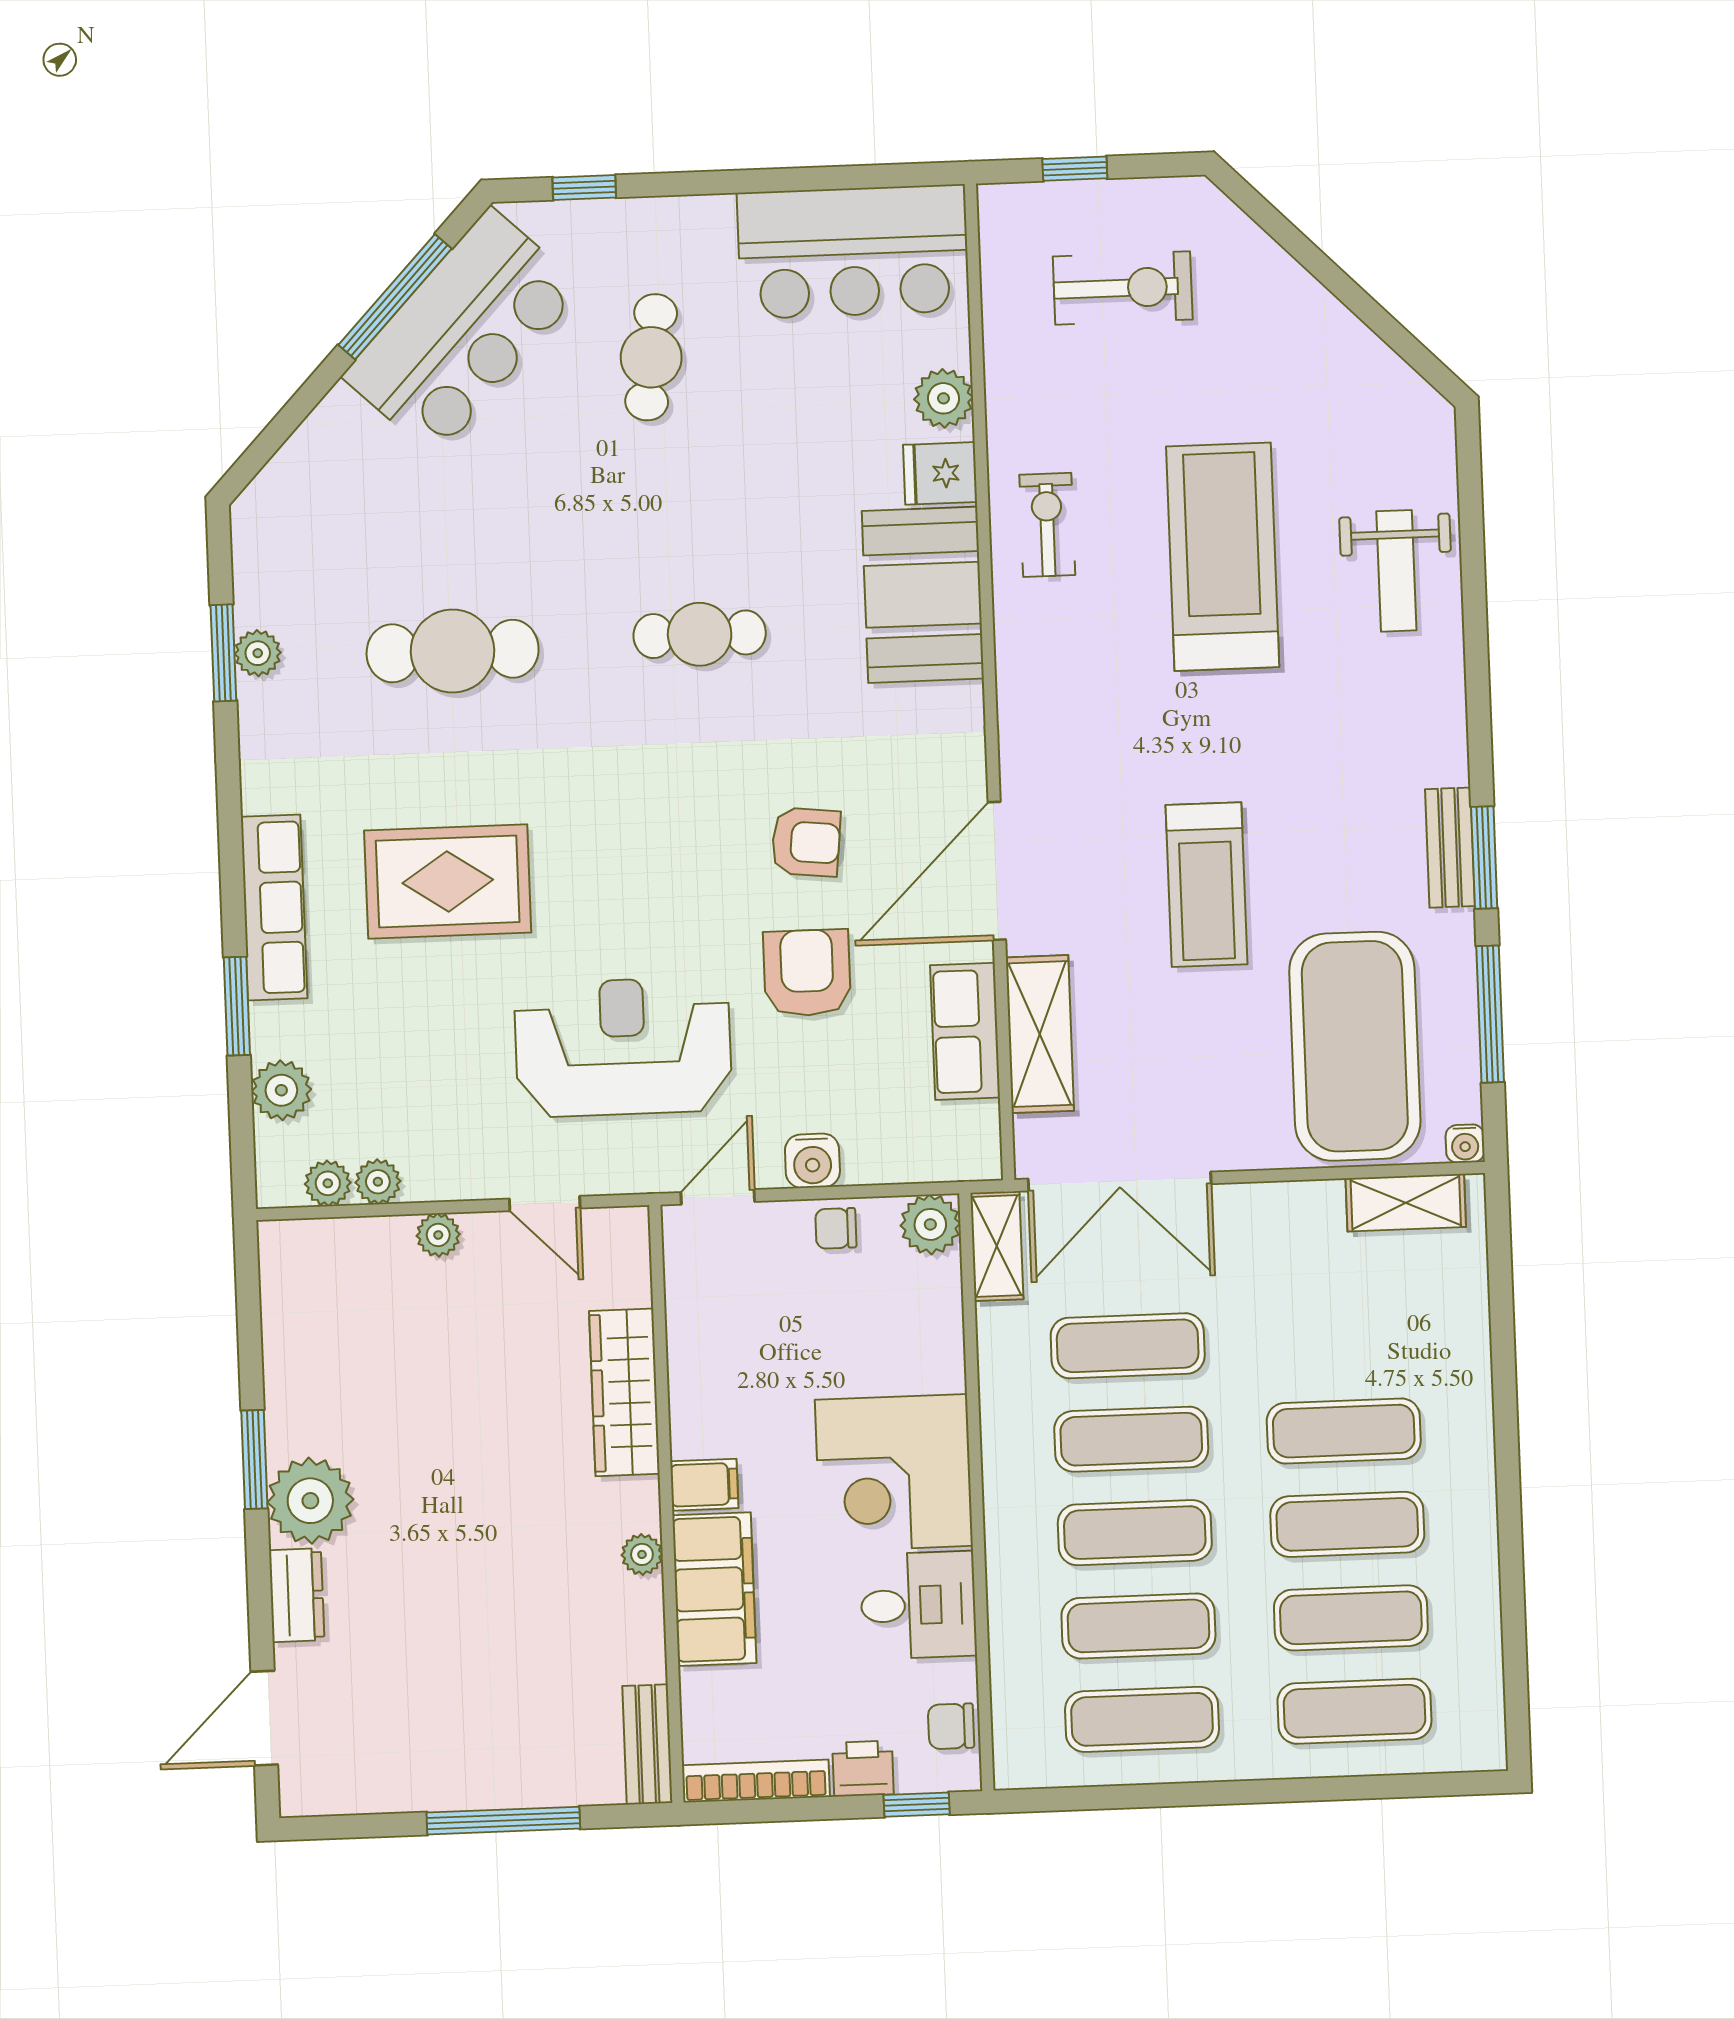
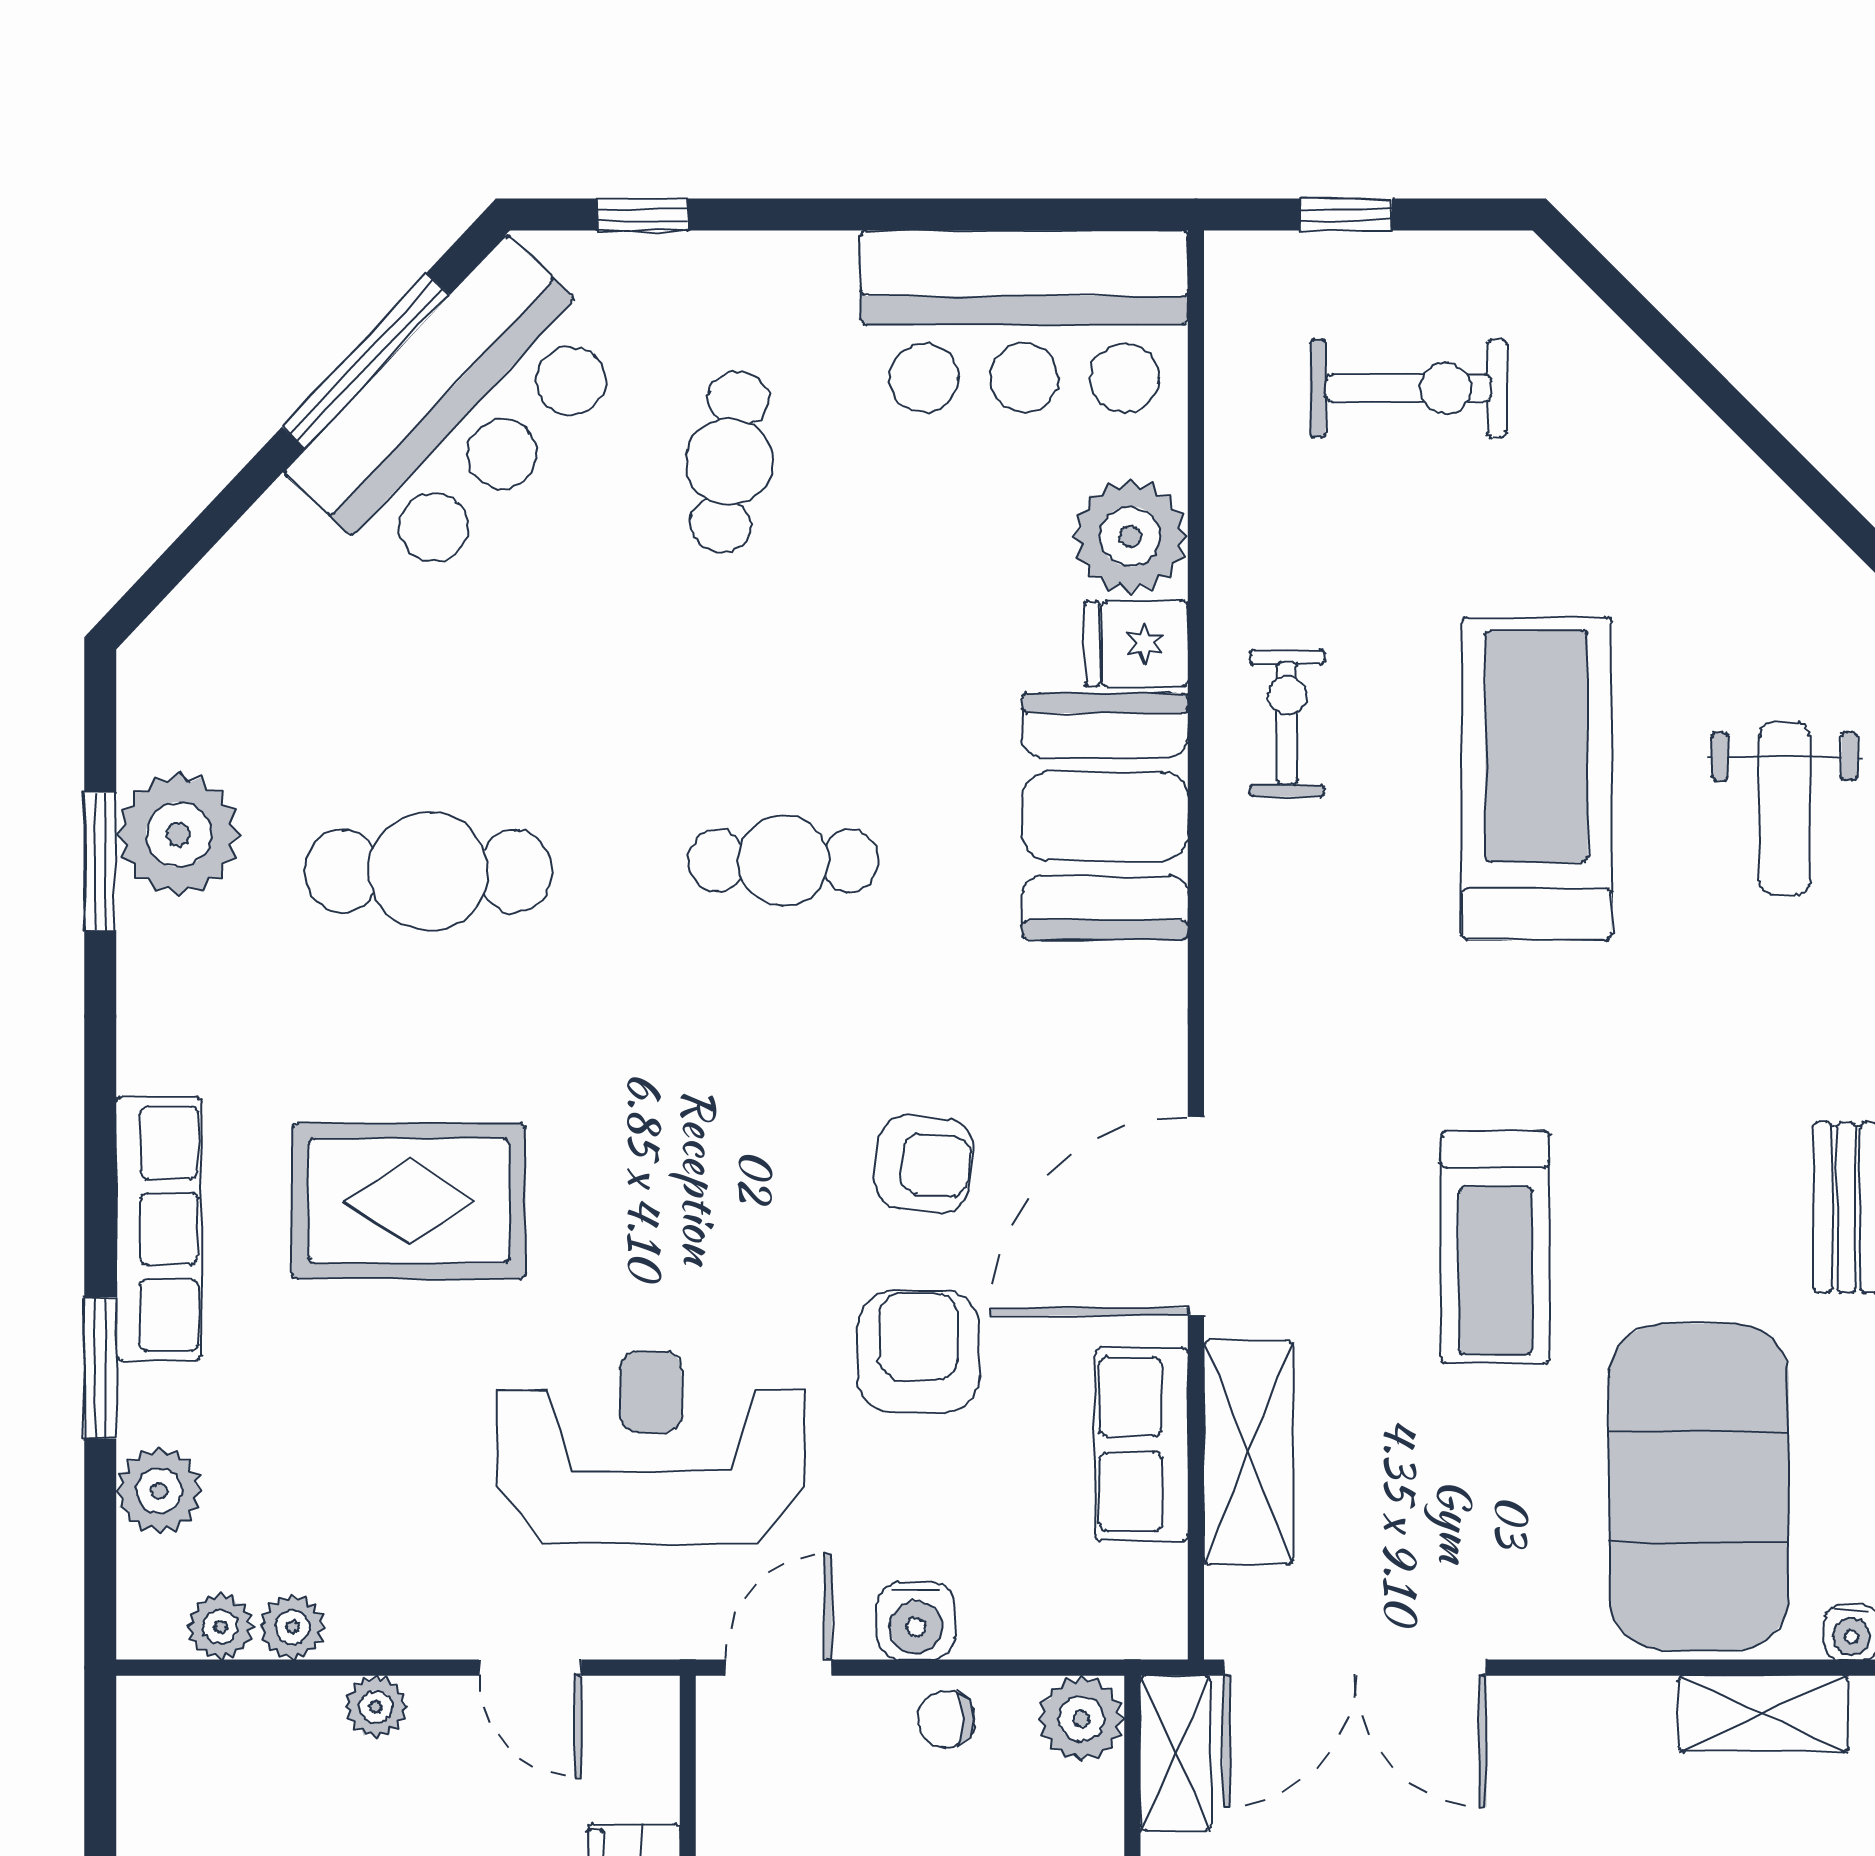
plant: (943, 398) -> (1130, 536), width x1.36, depth x1.36
plant: (258, 653) -> (179, 834), width x1.88, depth x1.88

